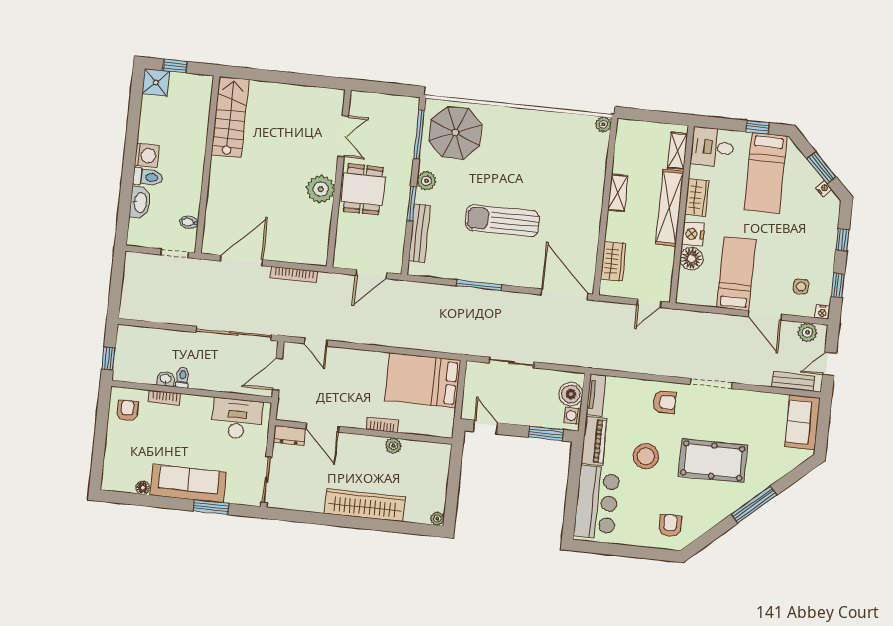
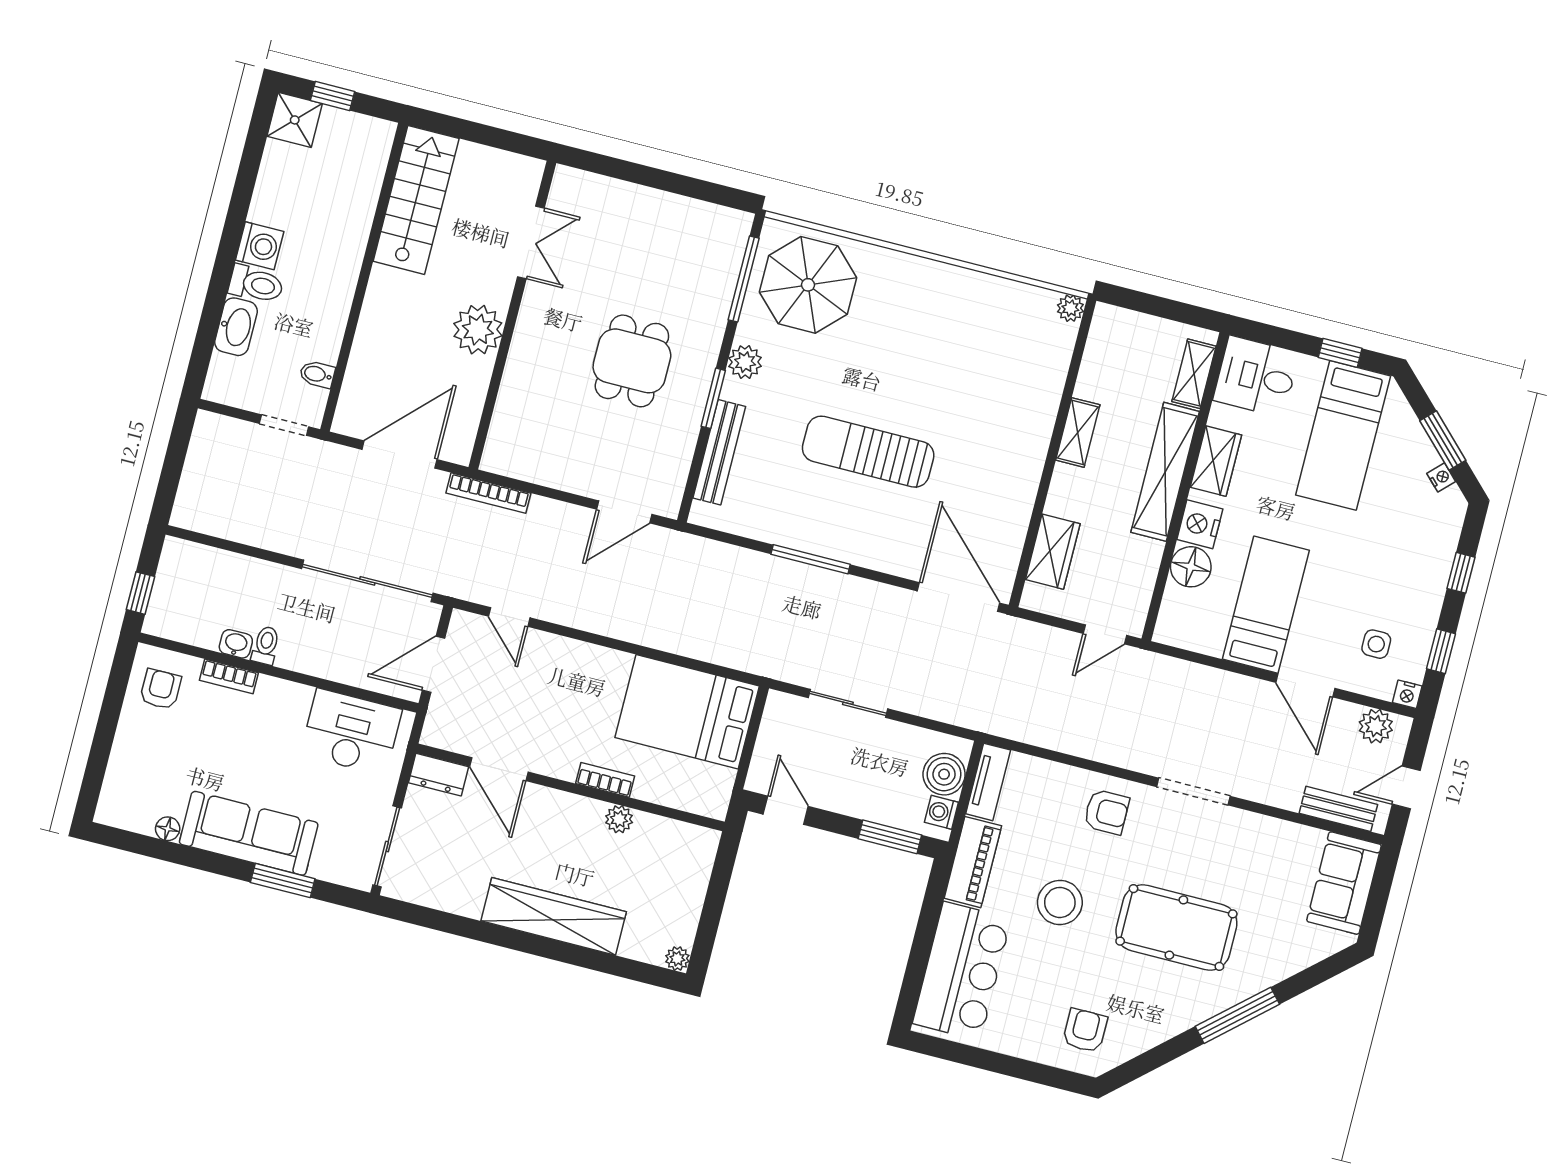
double door: (343, 136) -> (531, 242), moved
wall: (339, 178) -> (512, 315), moved
plant: (321, 189) -> (478, 330), moved

